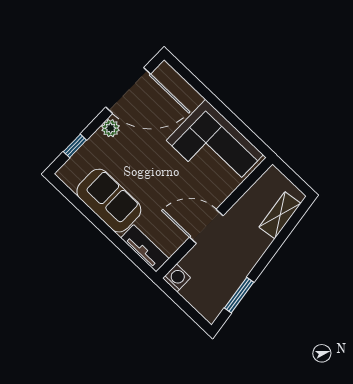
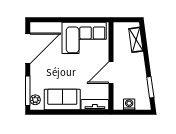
plant: (111, 128) -> (35, 100), moved
window: (75, 146) -> (28, 91), width x2.17
washing machine: (177, 278) -> (129, 104), moved

